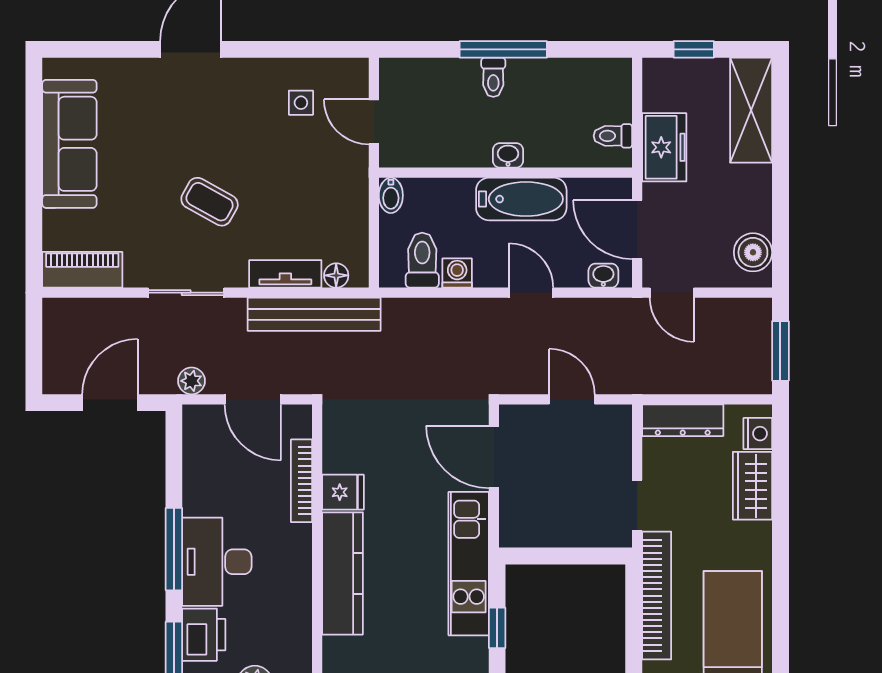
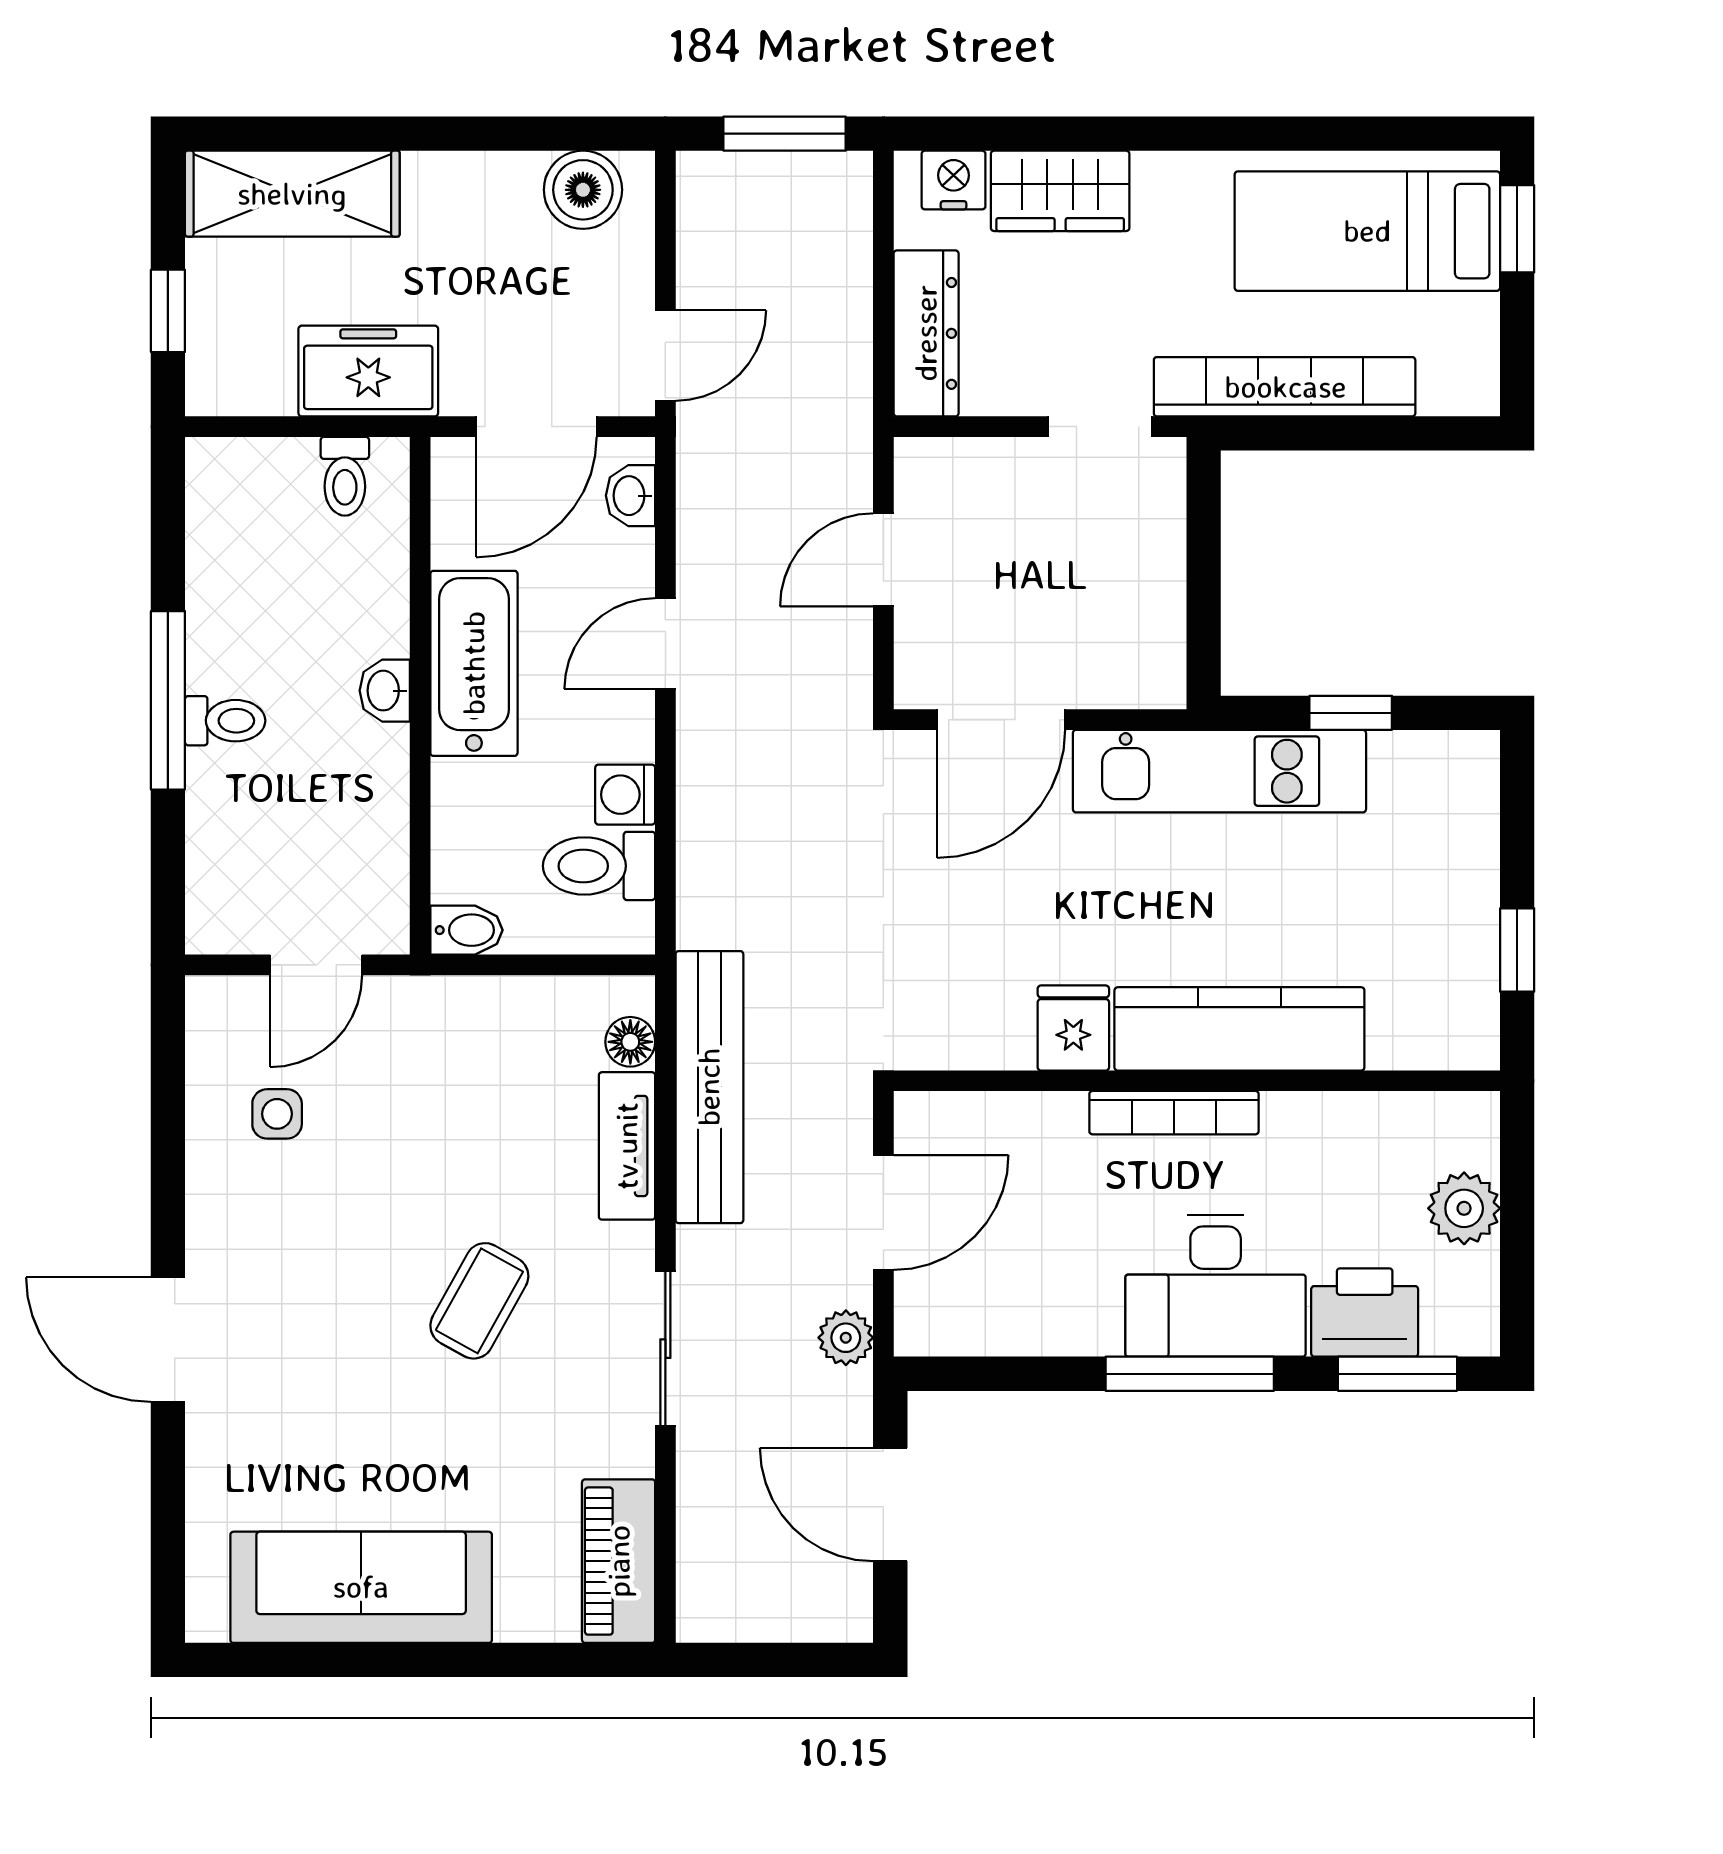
bookcase: (302, 481) -> (1174, 1113), moved

